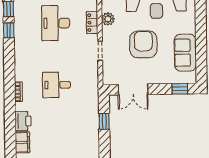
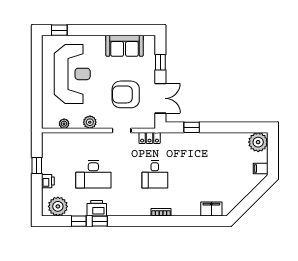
locker: (92, 23) -> (150, 138), moved
armchair: (143, 44) -> (126, 94), moved
window: (180, 89) -> (160, 62), moved
printer: (23, 121) -> (97, 208), moved

